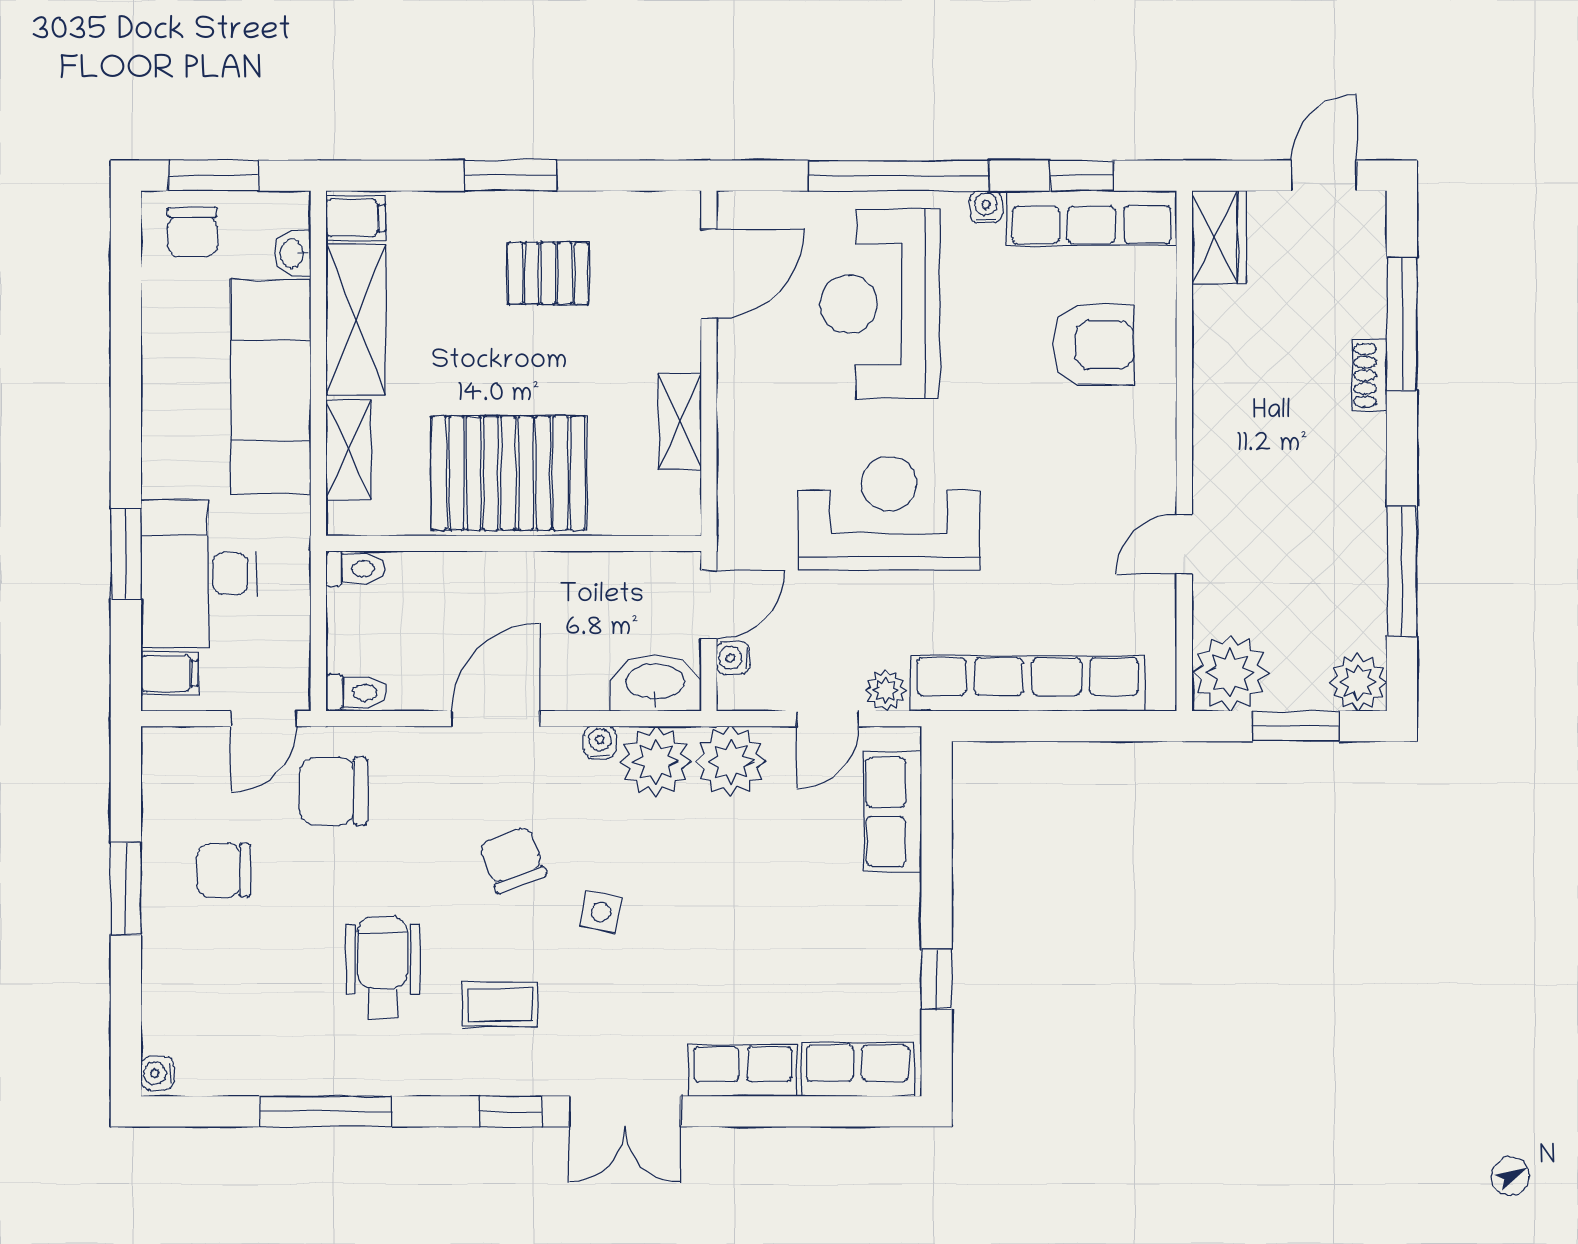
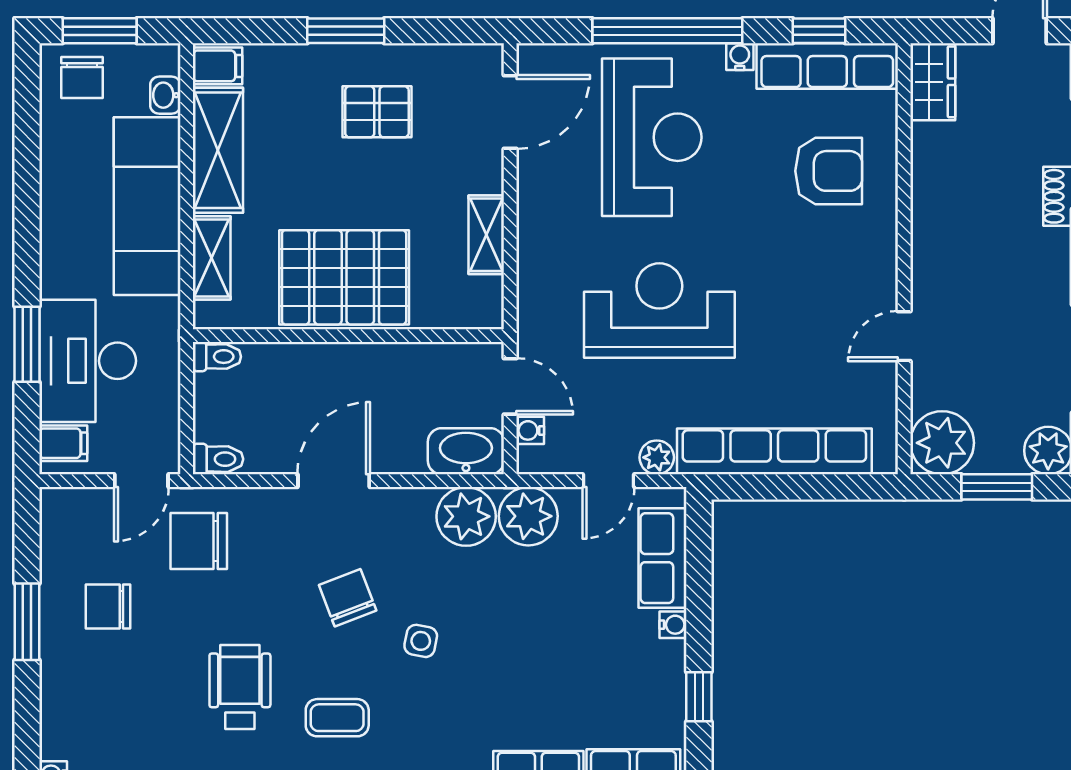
reception desk: (880, 304) -> (652, 137), turned 180
door: (709, 605) -> (510, 386), hinge flipped
water cooler: (600, 742) -> (673, 625), moved, turned 90

